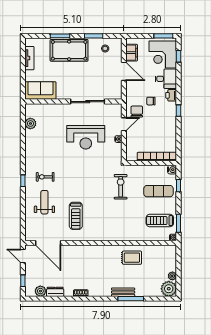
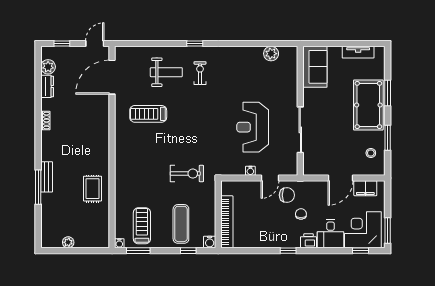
door: (124, 124) -> (270, 178), hinge flipped
plant: (169, 289) -> (51, 238), removed

